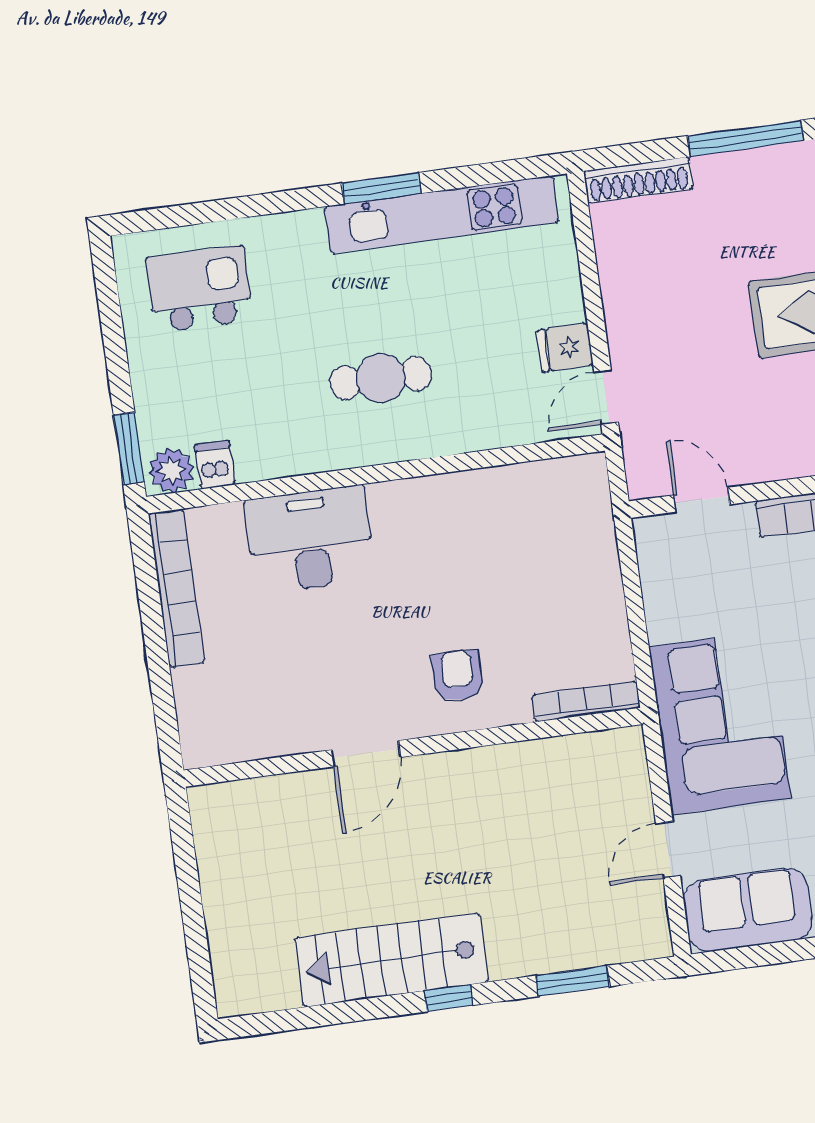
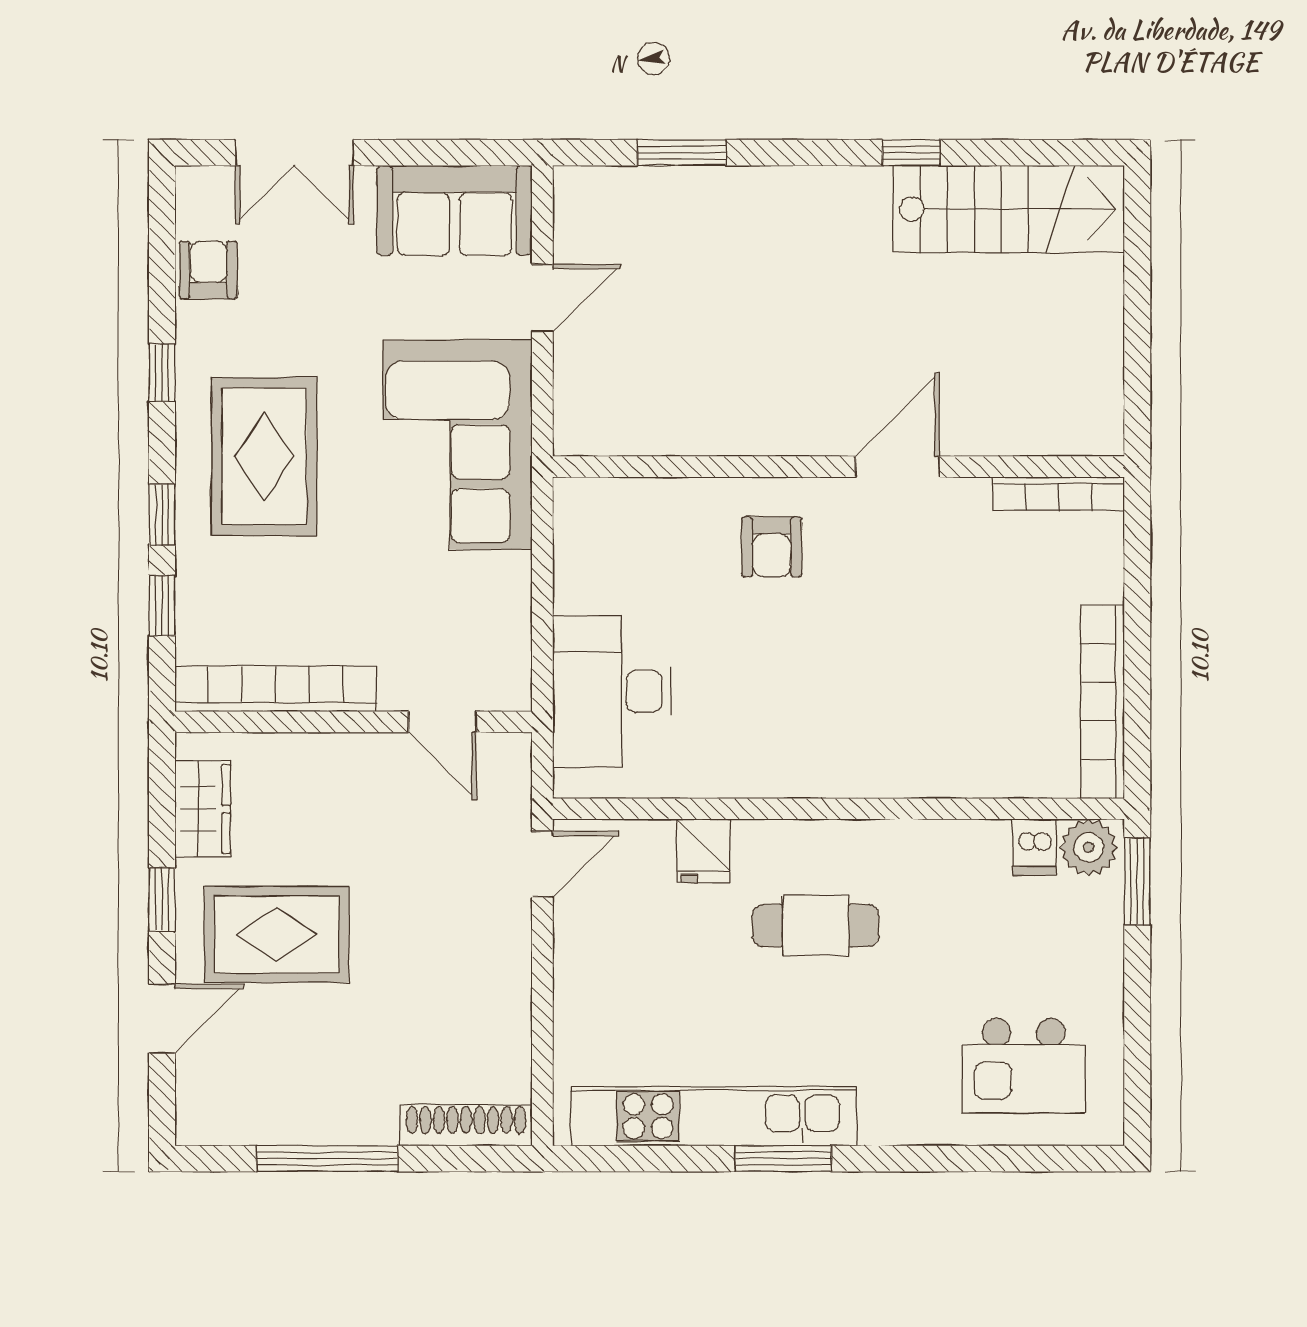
fridge: (565, 348) -> (703, 851), moved, turned 90
desk: (310, 539) -> (612, 691), moved, turned 90
bookcase: (586, 701) -> (1058, 494), moved
stairs: (391, 960) -> (1009, 209), moved
window: (449, 998) -> (911, 153), moved

